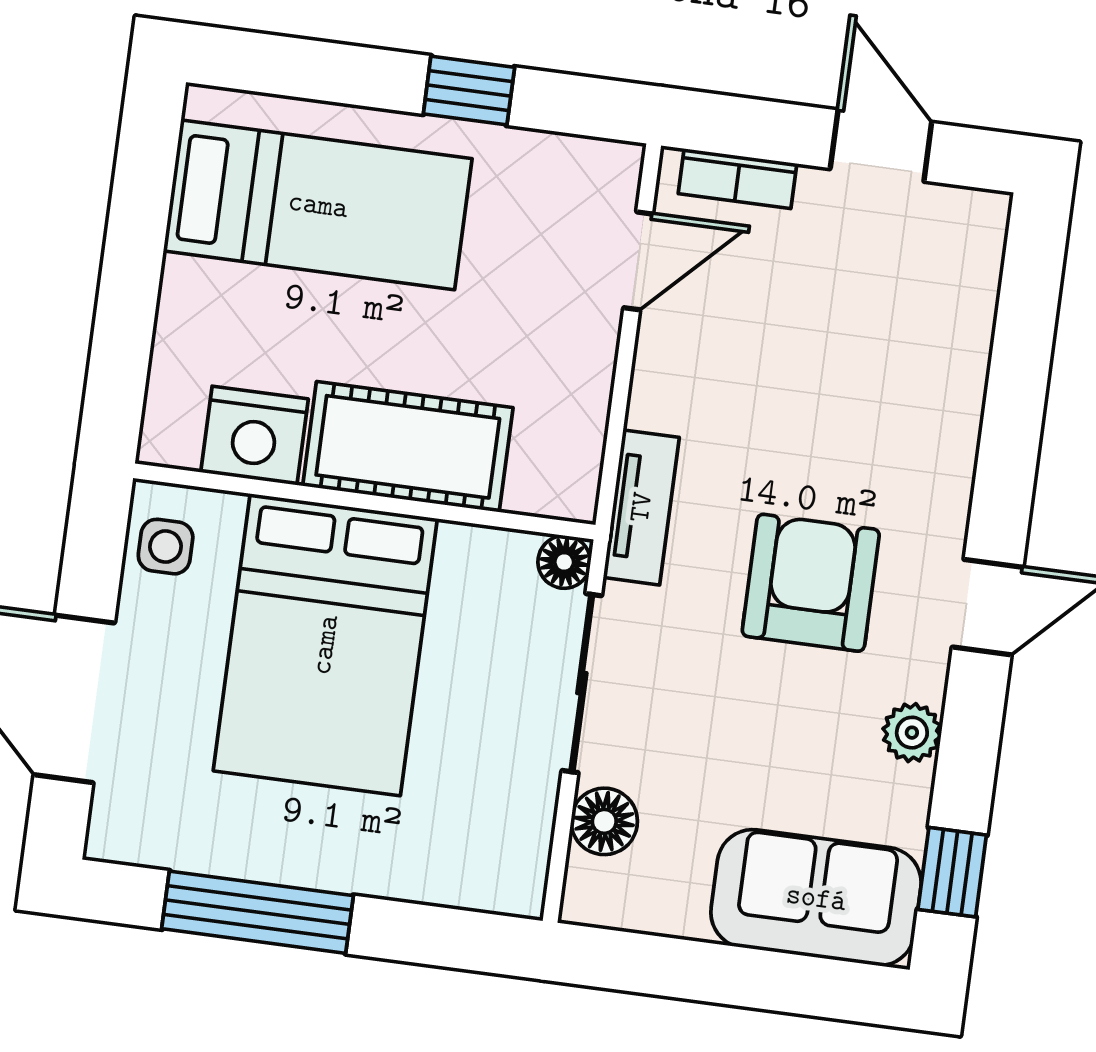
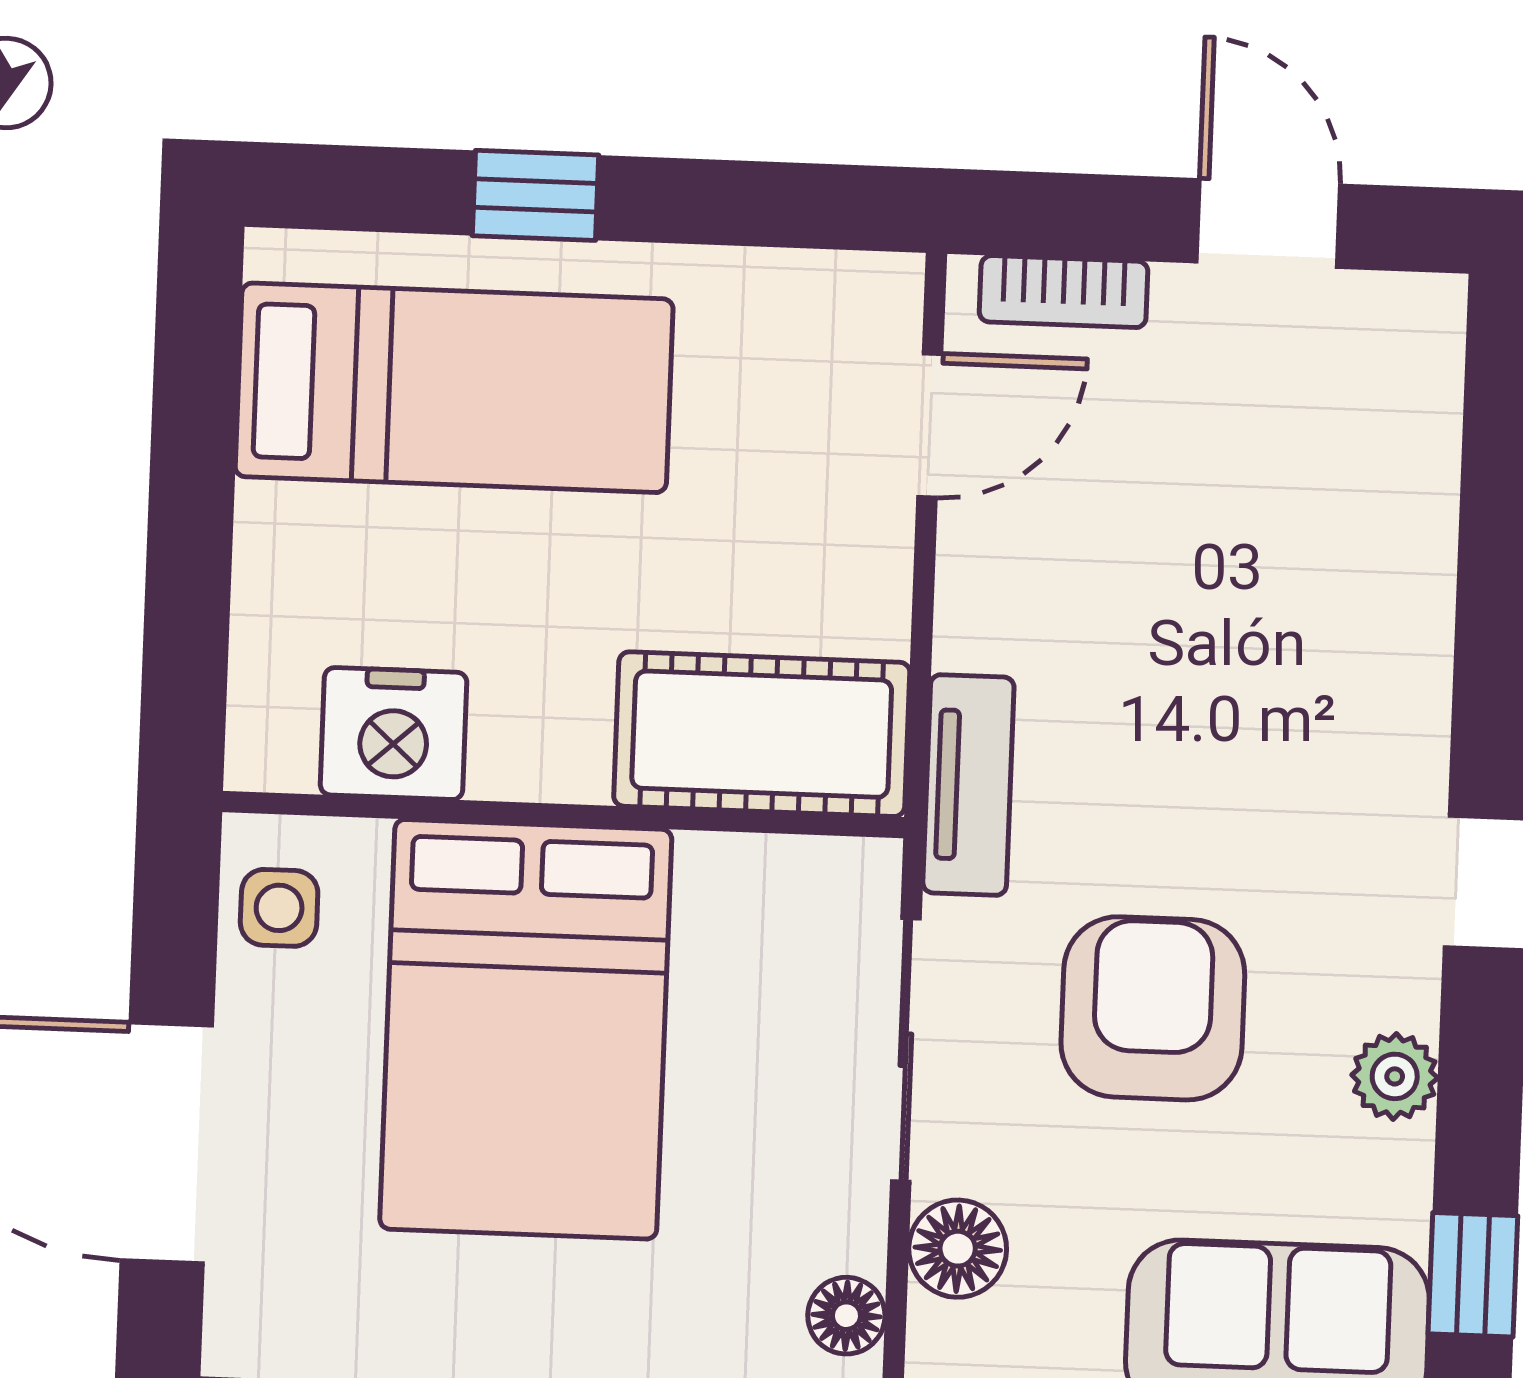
window: (469, 91) -> (536, 195), moved
cot: (408, 447) -> (762, 734), moved
floor lamp: (564, 562) -> (846, 1316), moved
armchair: (811, 583) -> (1153, 1008), moved

